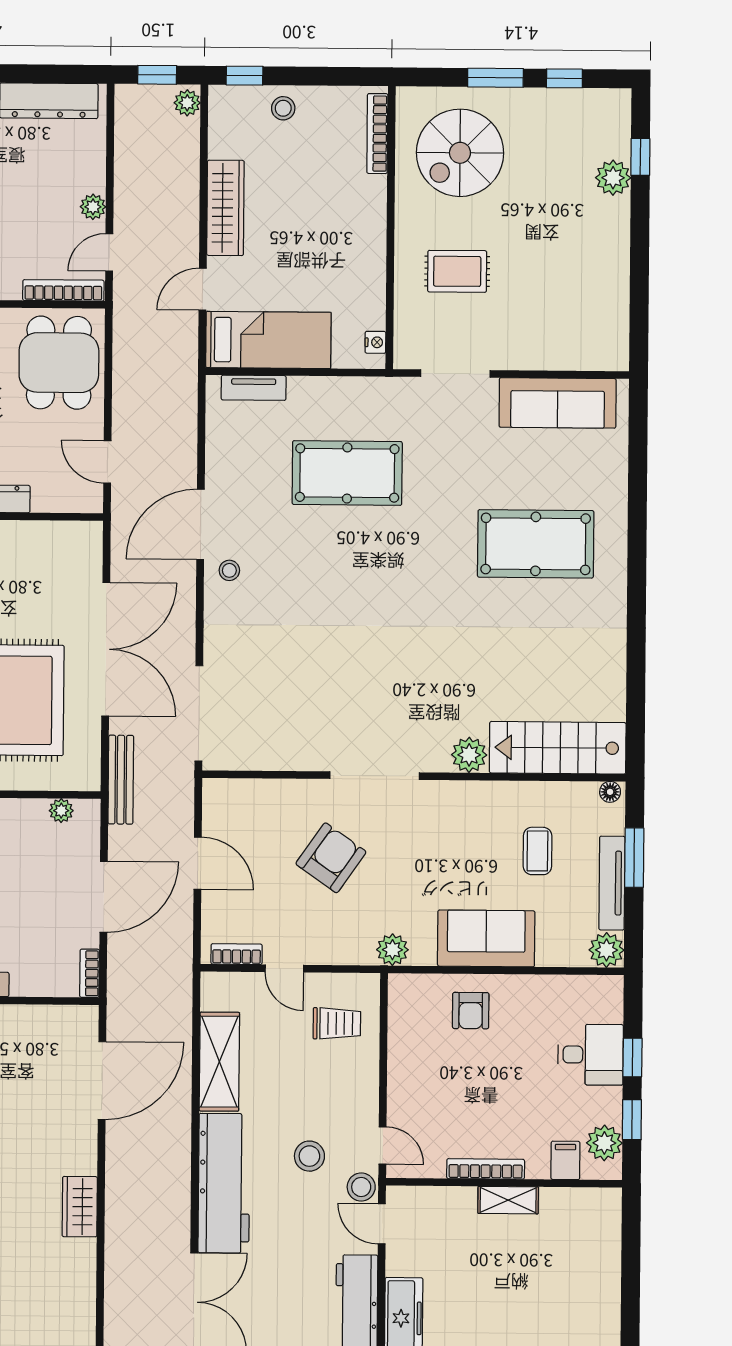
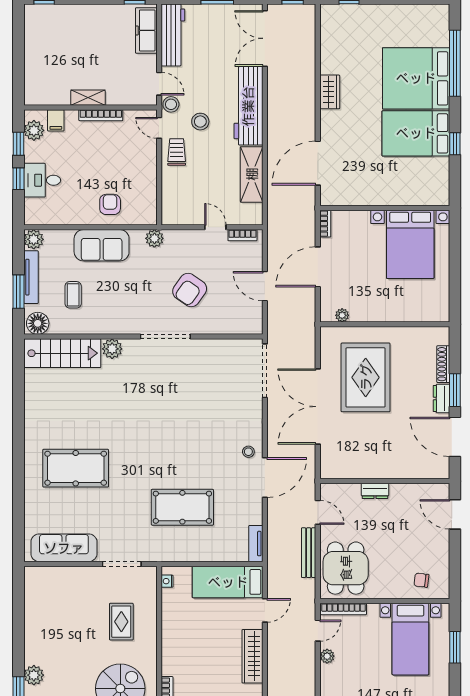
rug: (457, 271) -> (121, 622), turned 90
tv unit: (254, 388) -> (256, 544), moved, turned -90
bench: (121, 780) -> (309, 553), moved
floor lamp: (610, 792) -> (38, 323), width x1.89, depth x1.89
trolley: (337, 1023) -> (177, 152), moved, turned 90

